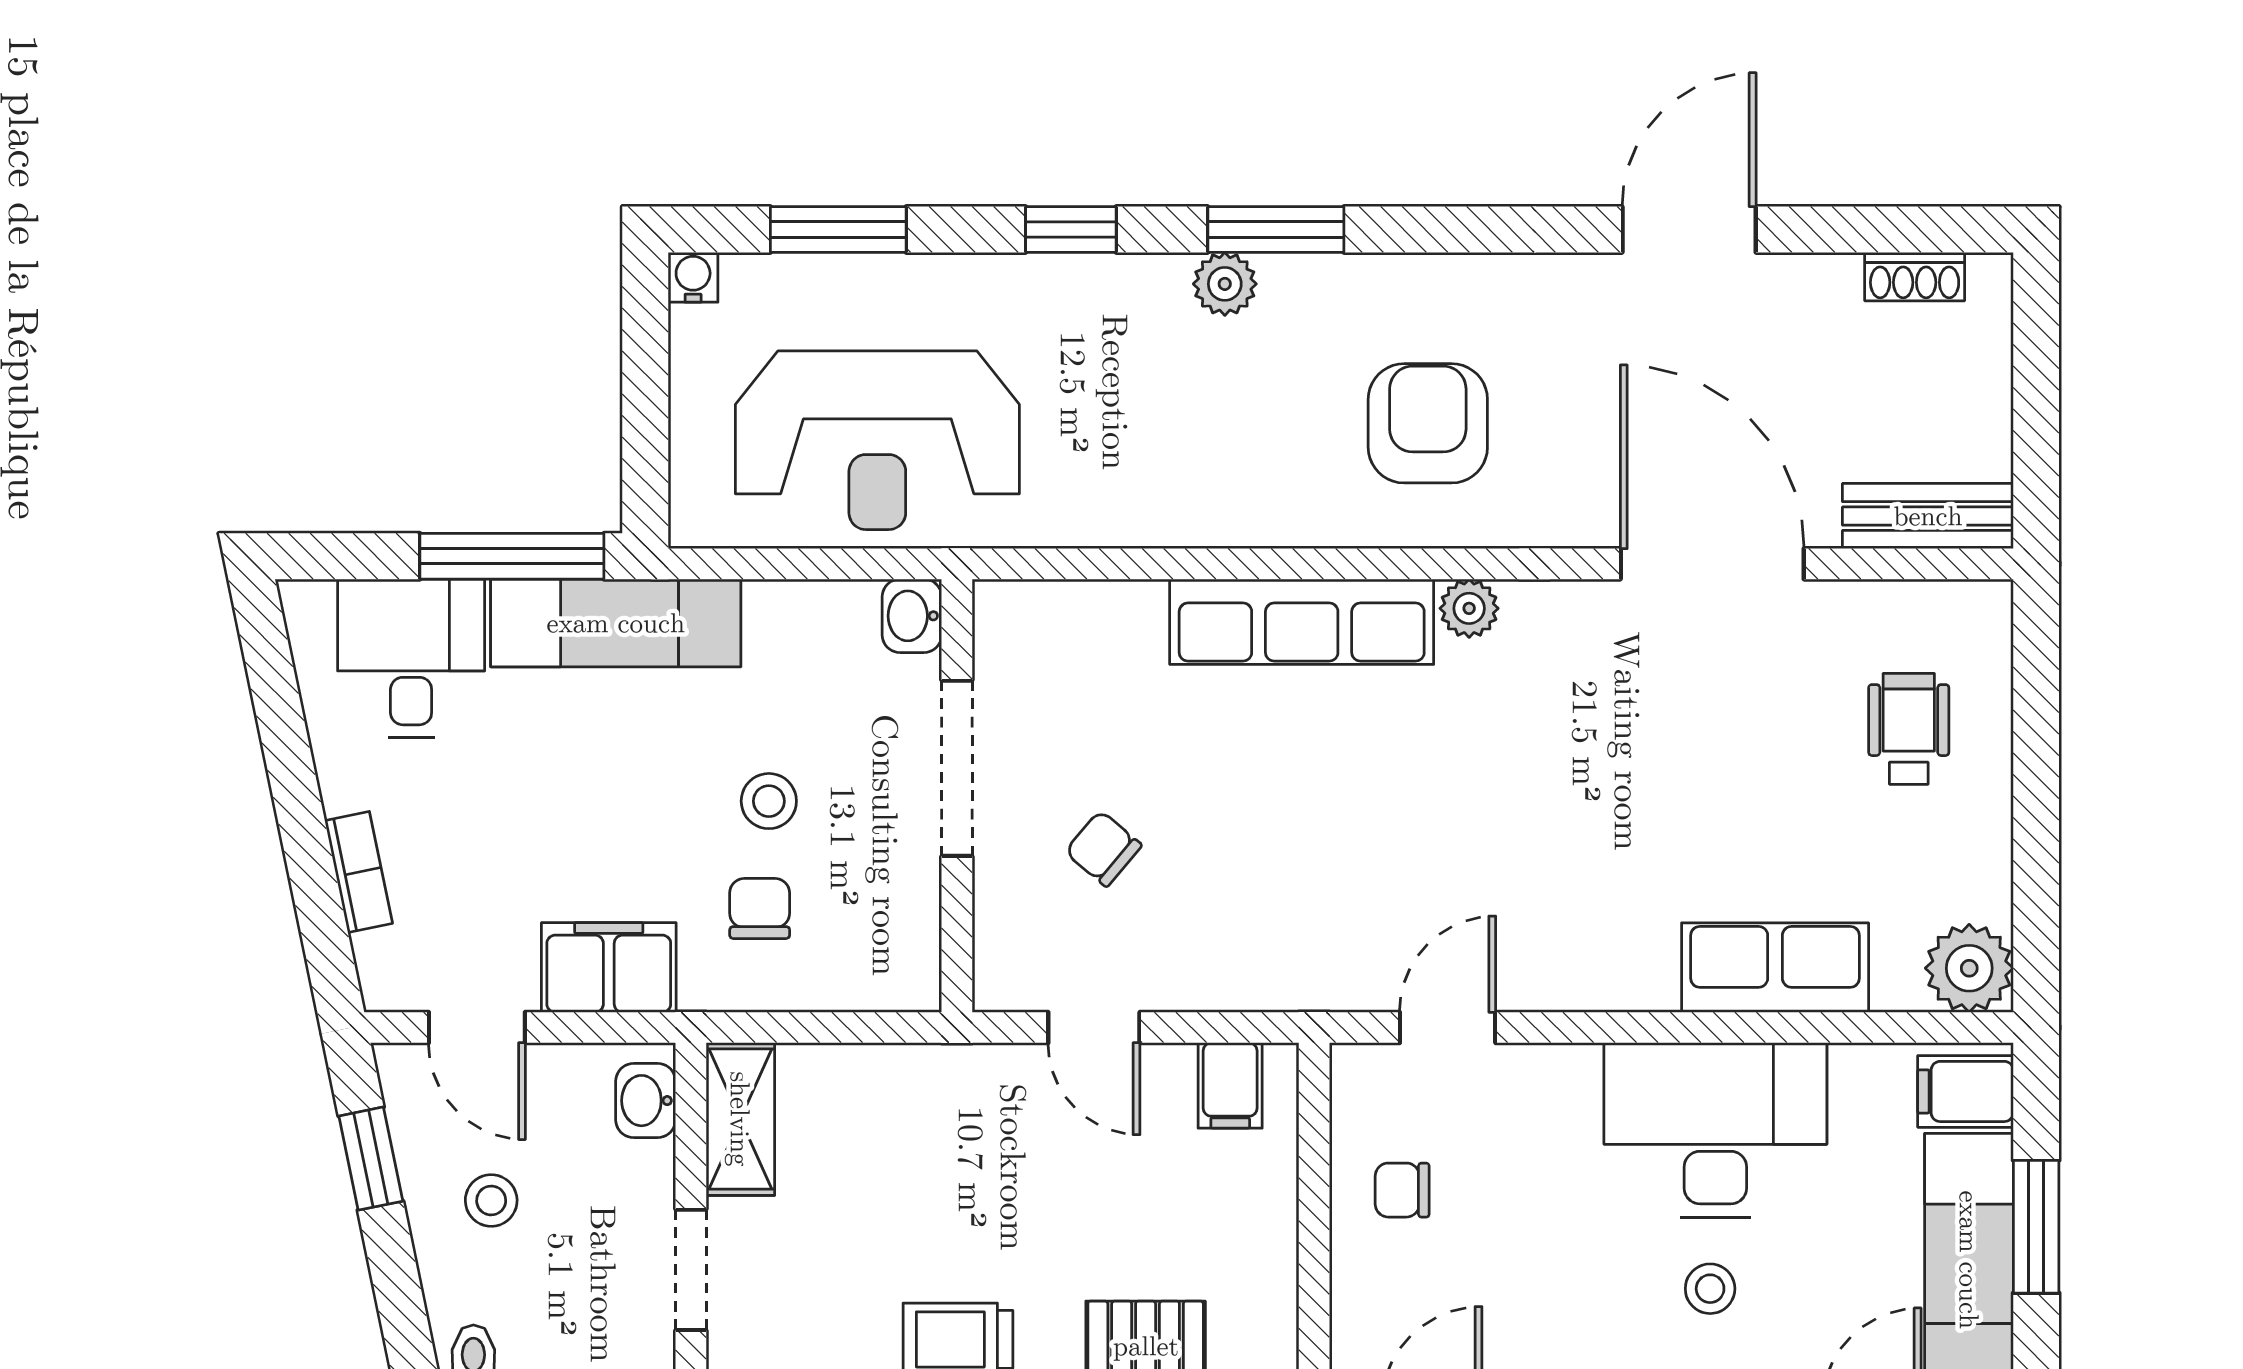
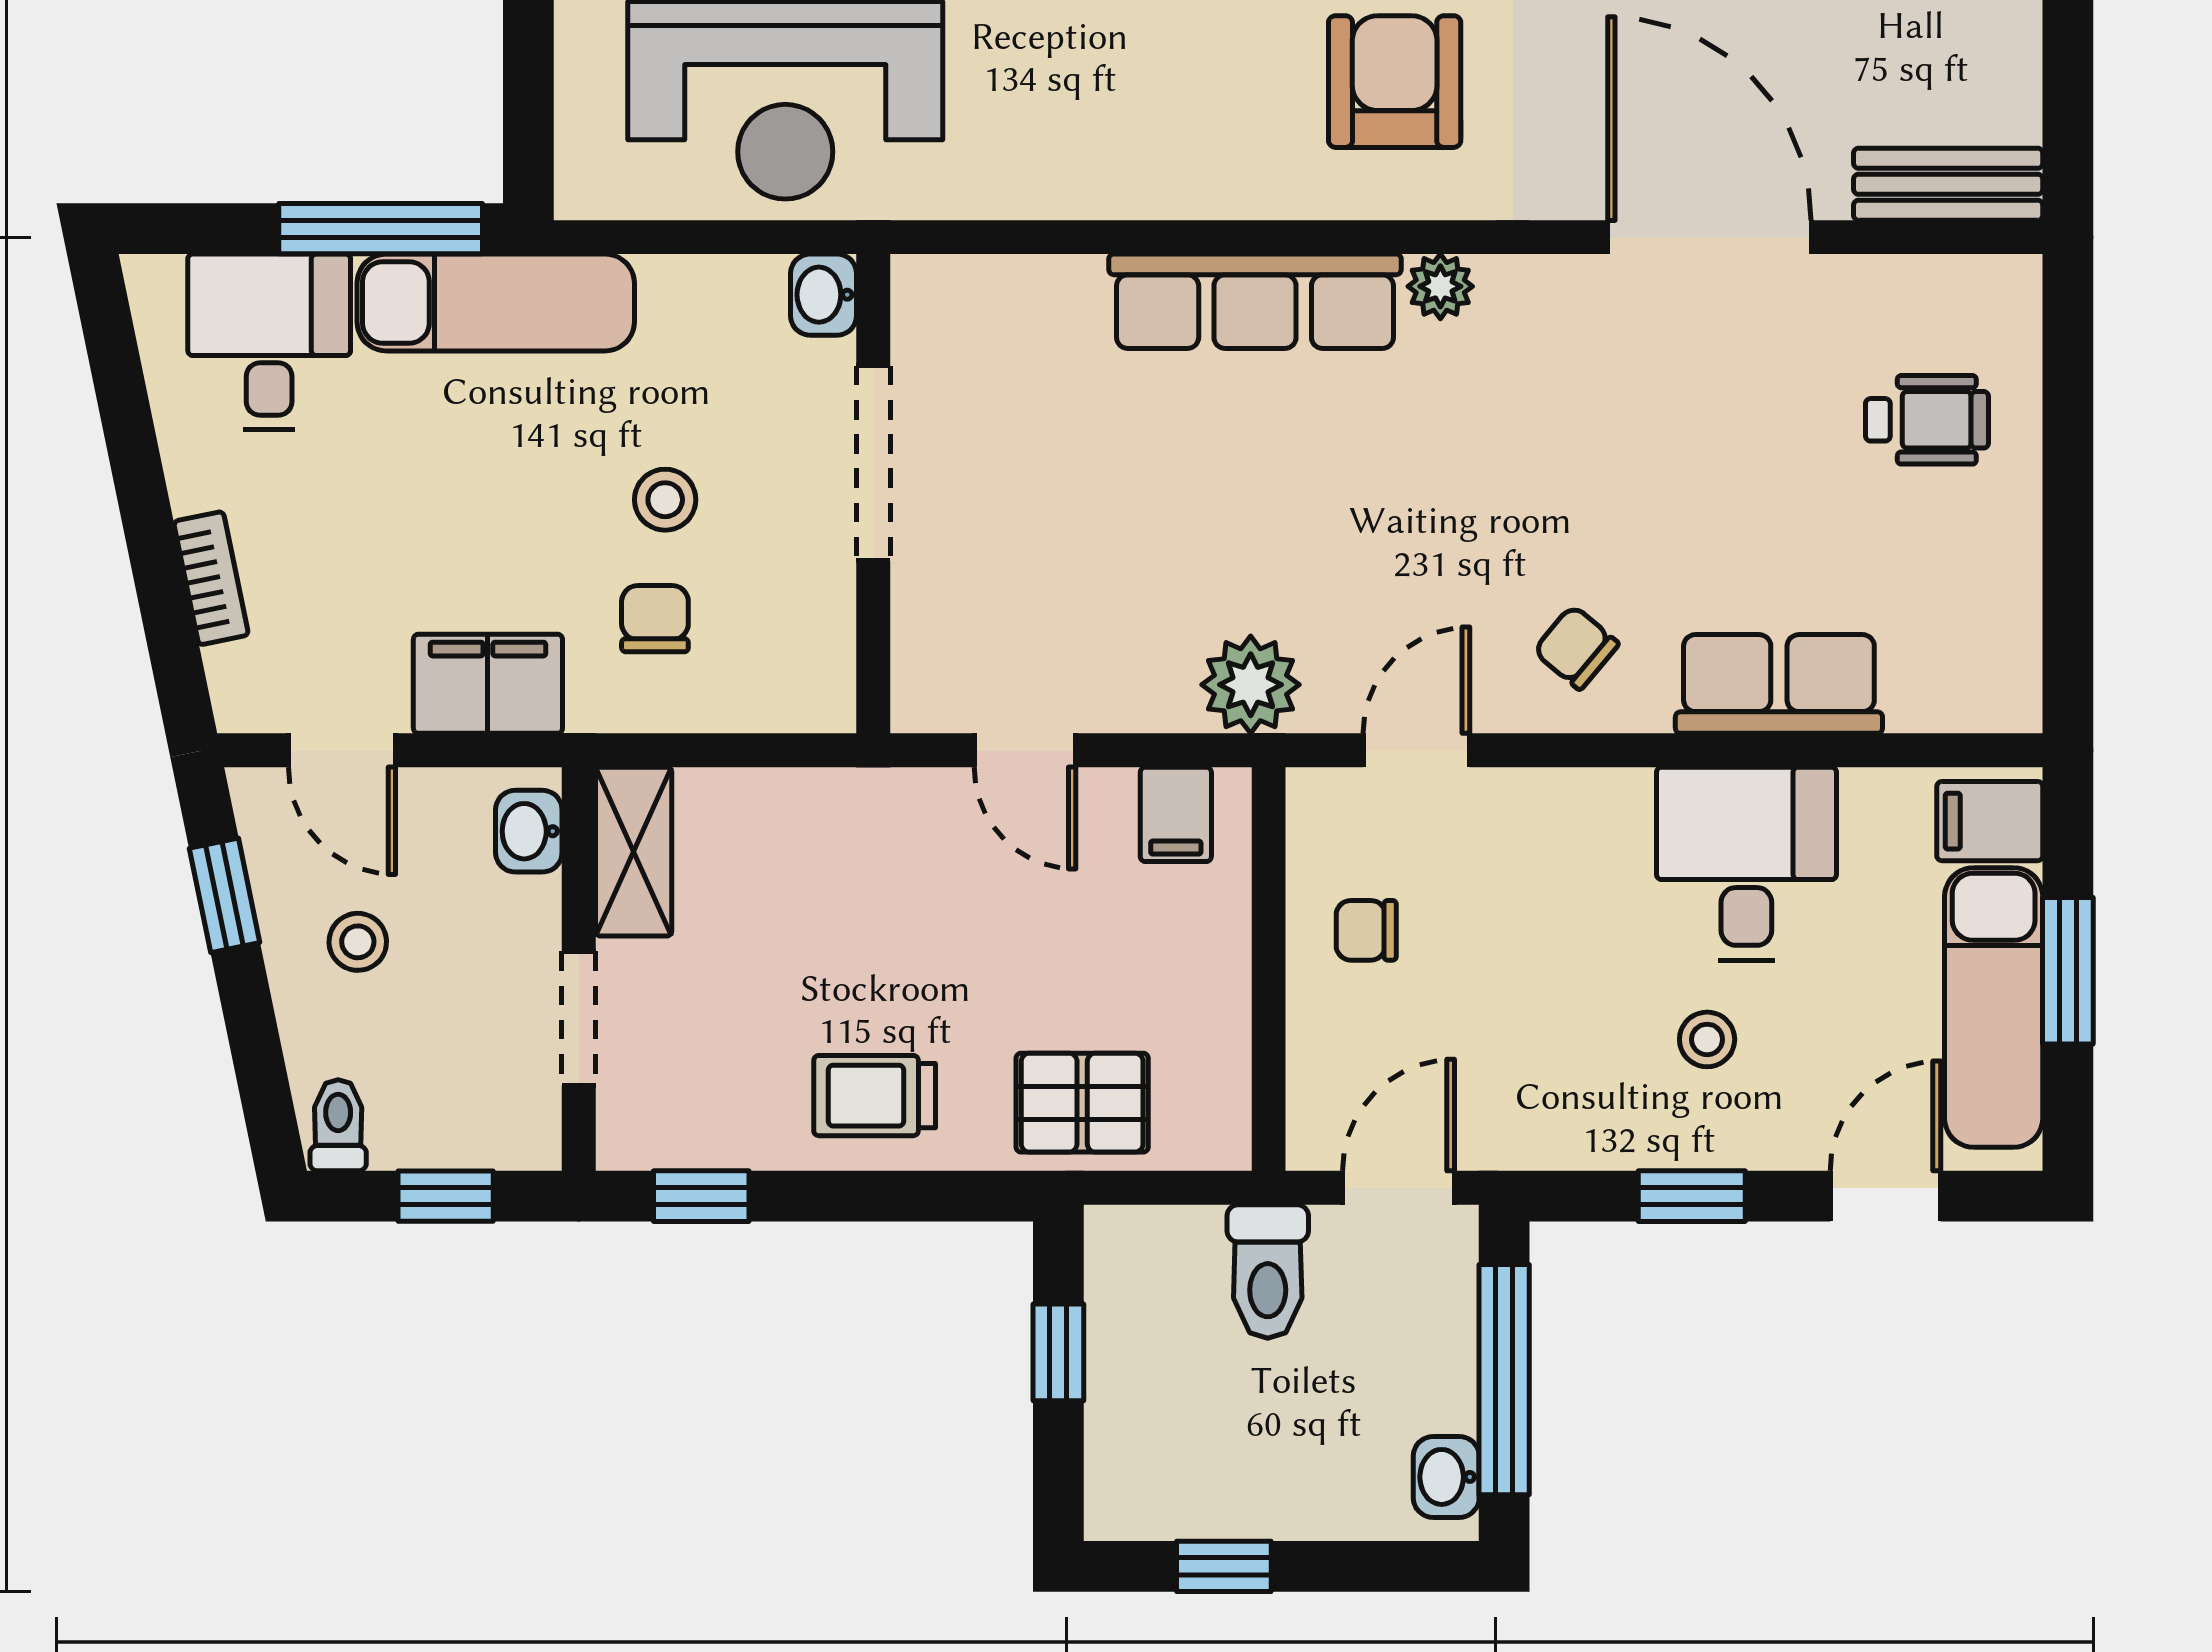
wheelchair: (1909, 729) -> (1927, 420), turned 90
chair: (1103, 849) -> (1576, 647), moved
plant: (1969, 968) -> (1251, 685), moved
desk: (1715, 1130) -> (1746, 864), width x0.73

